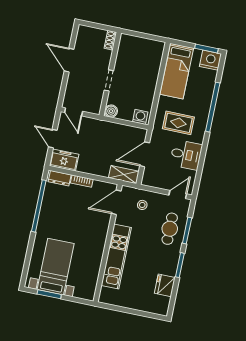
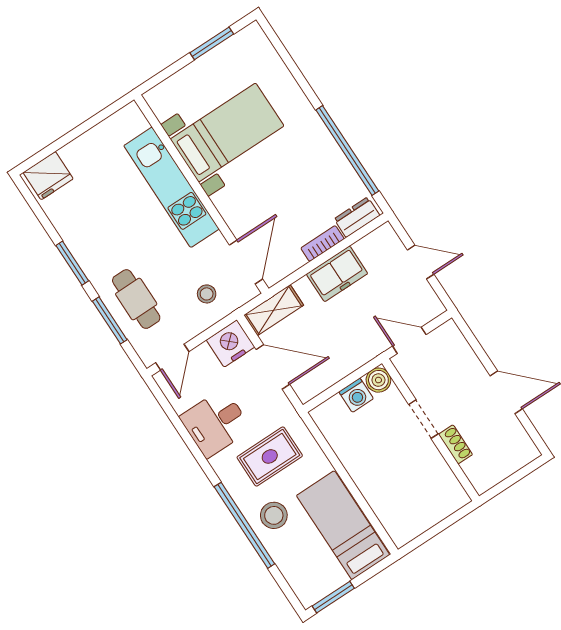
shoe rack: (110, 40) -> (456, 444), moved
nightstand: (210, 60) -> (231, 343), moved, turned 180
stool: (198, 100) -> (274, 515), added
door: (74, 112) -> (409, 340), moved
washing machine: (140, 117) -> (356, 395), moved
door: (145, 154) -> (273, 367), hinge flipped
freezer: (64, 160) -> (337, 274), moved
bed with nightstands: (56, 267) -> (227, 132), moved, turned -90
fridge: (165, 285) -> (48, 176), moved, turned 90

